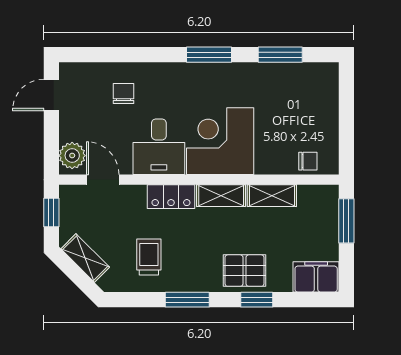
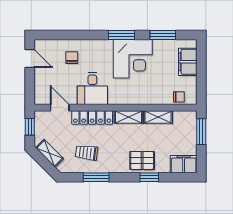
door: (51, 95) -> (30, 58), swing flipped
filing cabinet: (323, 101) -> (188, 62), added
corner desk: (220, 141) -> (133, 59), moved, turned 180
plant: (72, 156) -> (42, 94), removed
locker: (171, 197) -> (92, 117), width x1.53
trolley: (149, 257) -> (87, 153), turned -83
window: (187, 300) -> (96, 177), moved

